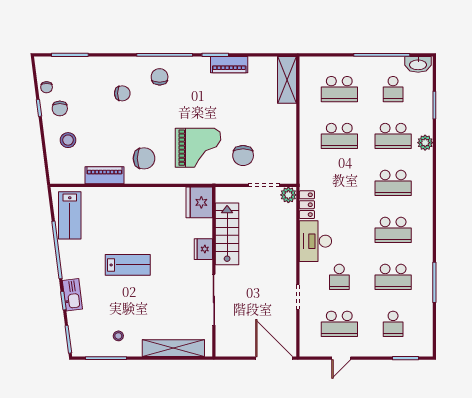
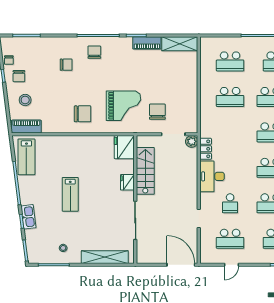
shelving: (287, 80) -> (180, 44), moved, turned 90
chair: (243, 156) -> (157, 112), turned 180
piano: (104, 175) -> (26, 127), moved
lab bench: (128, 265) -> (70, 194), turned 90

